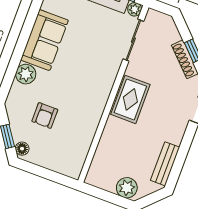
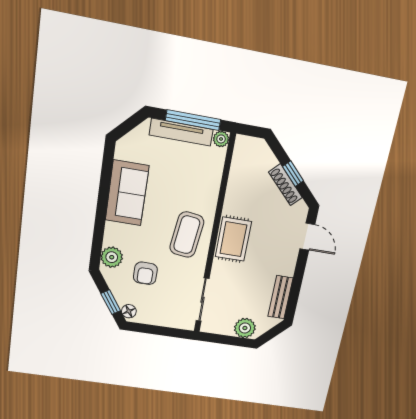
sliding door: (133, 40) -> (203, 300), moved
plant: (26, 74) -> (112, 257), moved
coffee table: (89, 87) -> (187, 235), added

